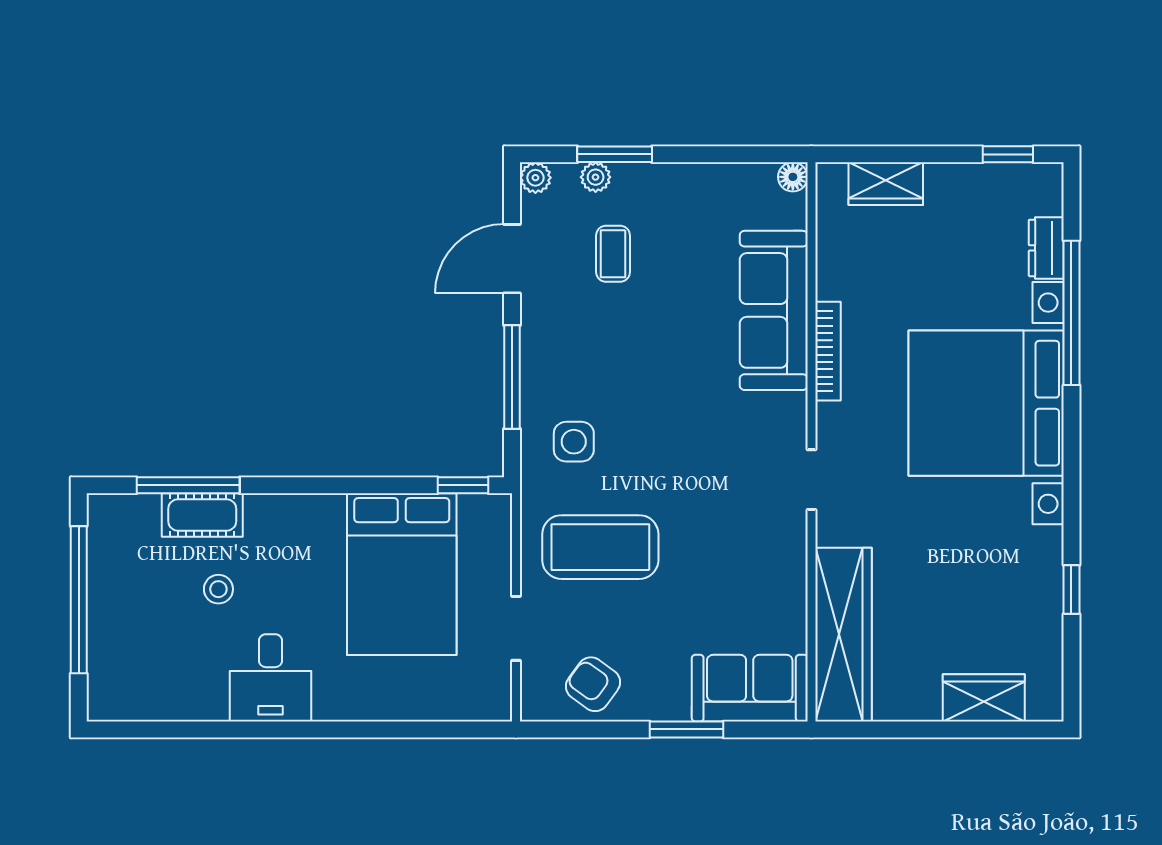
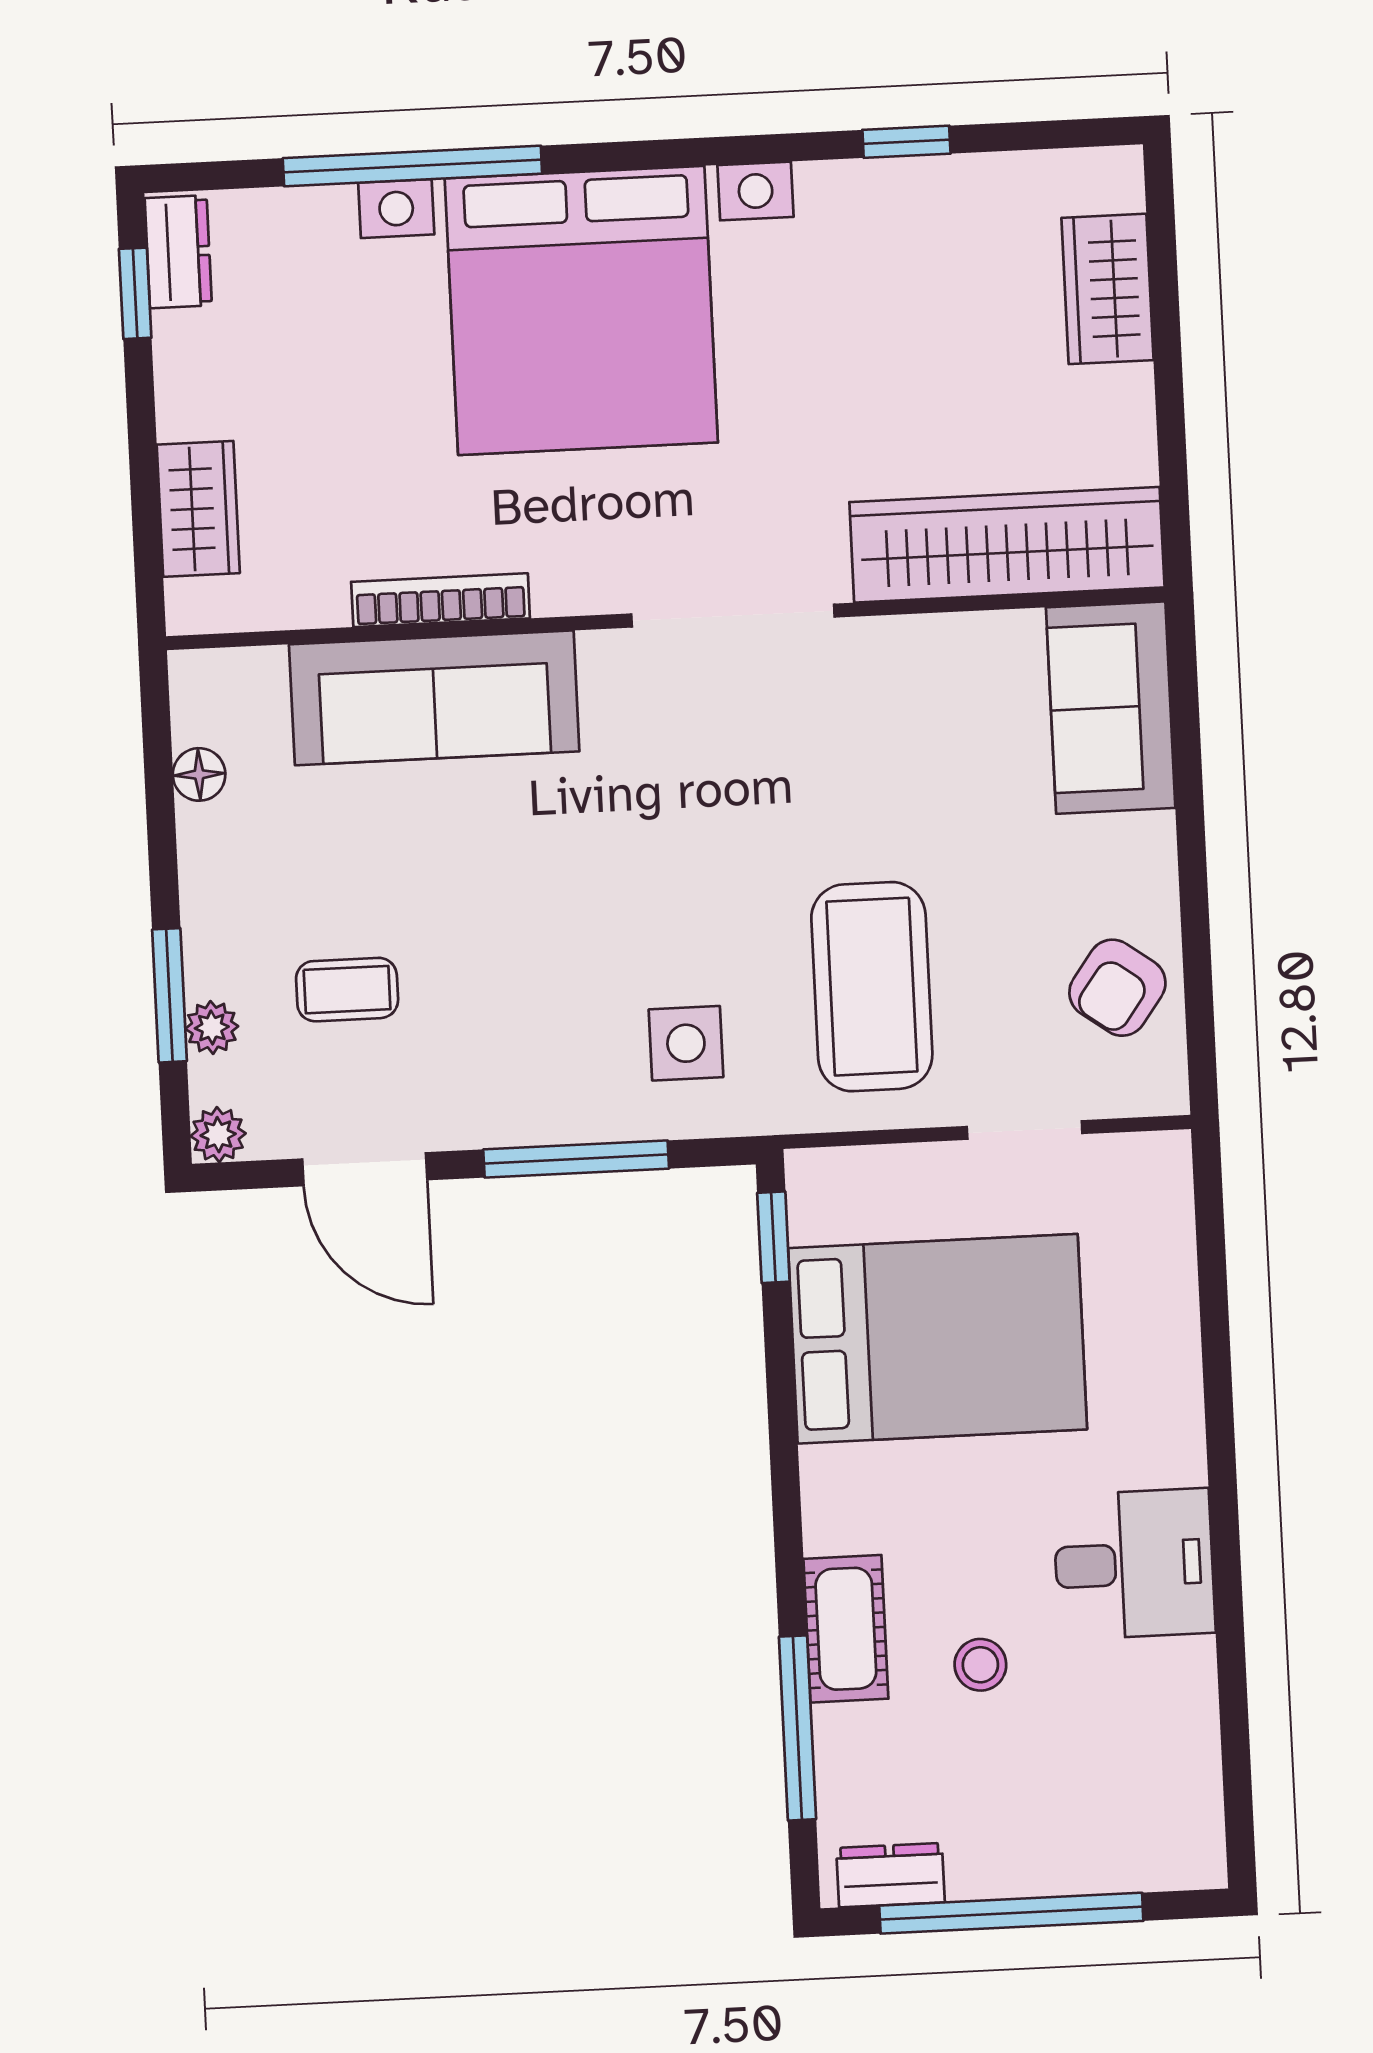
floor lamp: (793, 177) -> (199, 774), moved
dresser: (1046, 248) -> (178, 252), moved, turned -90
bookcase: (828, 351) -> (441, 600), moved
doorway: (811, 480) -> (733, 616), width x1.88
cot: (202, 515) -> (846, 1629), moved
dresser: (103, 533) -> (891, 1875), added
window: (687, 729) -> (1190, 817), removed

